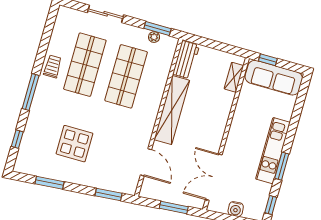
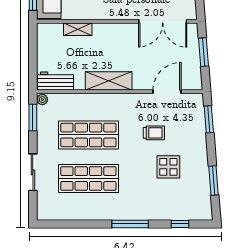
plant: (154, 37) -> (42, 100), moved
trolley: (53, 66) -> (154, 133), moved, turned 180
shelving: (234, 77) -> (78, 29), moved
shelving: (172, 110) -> (109, 81), width x0.68
display table: (75, 144) -> (168, 167), width x0.73, depth x0.73

